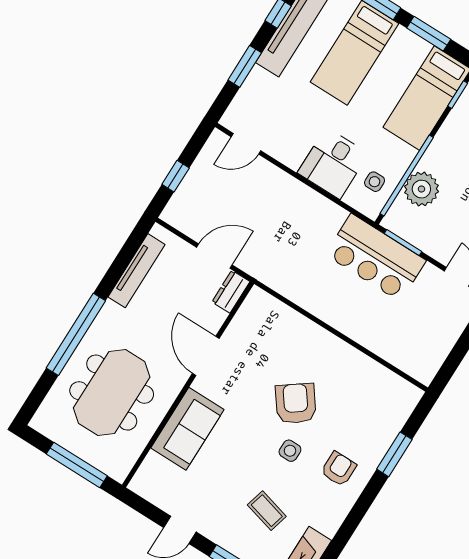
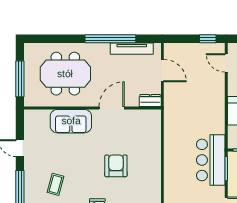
window: (176, 176) -> (208, 39), moved
door: (214, 256) -> (162, 71), moved
window: (76, 334) -> (110, 39), moved
armchair: (296, 404) -> (116, 166), turned -54
side table: (290, 451) -> (91, 177), removed

